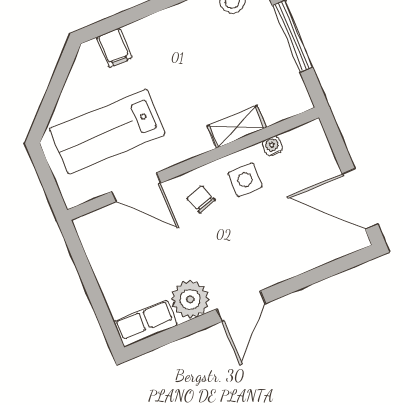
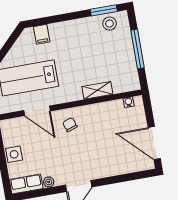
water cooler: (272, 146) -> (129, 102), moved
side table: (245, 180) -> (14, 154), moved
plant: (190, 299) -> (49, 182), width x0.53, depth x0.53

